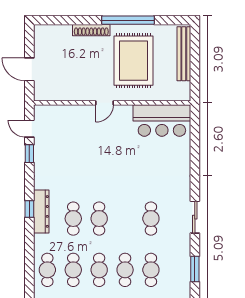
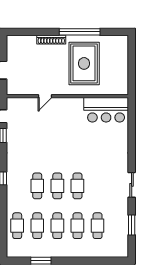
bench: (184, 54) -> (123, 58), removed
door: (105, 103) -> (45, 96), moved
dresser: (41, 211) -> (12, 180), removed
cafe table: (151, 219) -> (77, 186), moved

